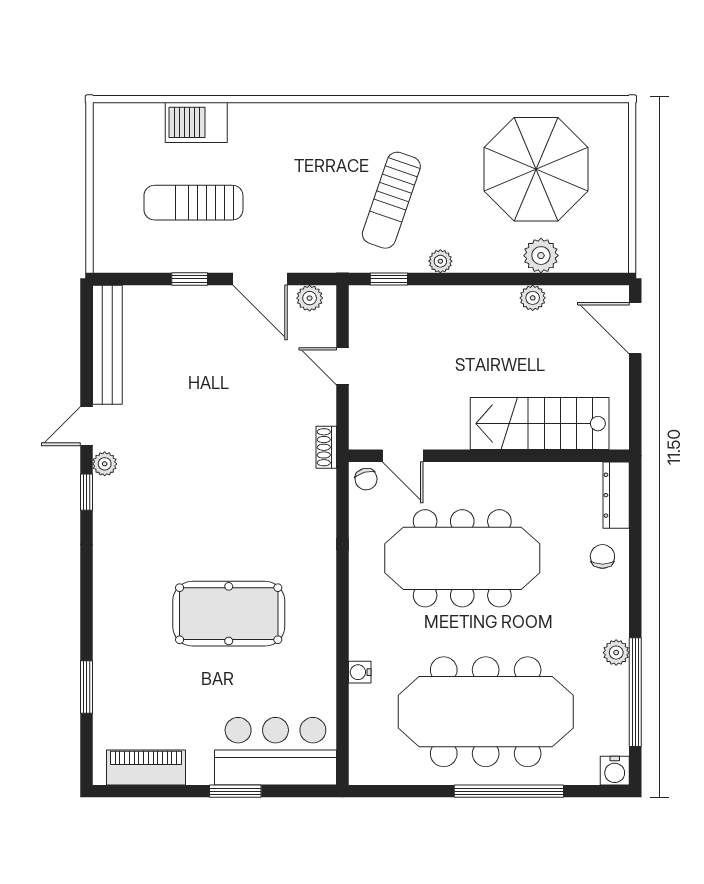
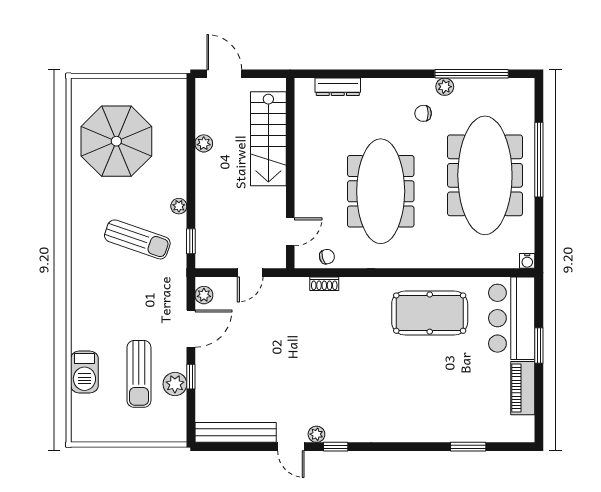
plant: (541, 256) -> (175, 384), moved
door: (635, 328) -> (224, 74), swing flipped
stairs: (540, 424) -> (268, 139), moved
shoe rack: (326, 447) -> (324, 284), moved
door: (403, 456) -> (290, 232), moved
wall: (489, 456) -> (290, 173), moved
chair: (602, 556) -> (423, 113), moved
pool table: (229, 614) -> (430, 313), moved, turned 90
water cooler: (360, 672) -> (527, 261), moved
piano: (146, 767) -> (523, 388), moved
water cooler: (615, 771) -> (525, 88), removed

